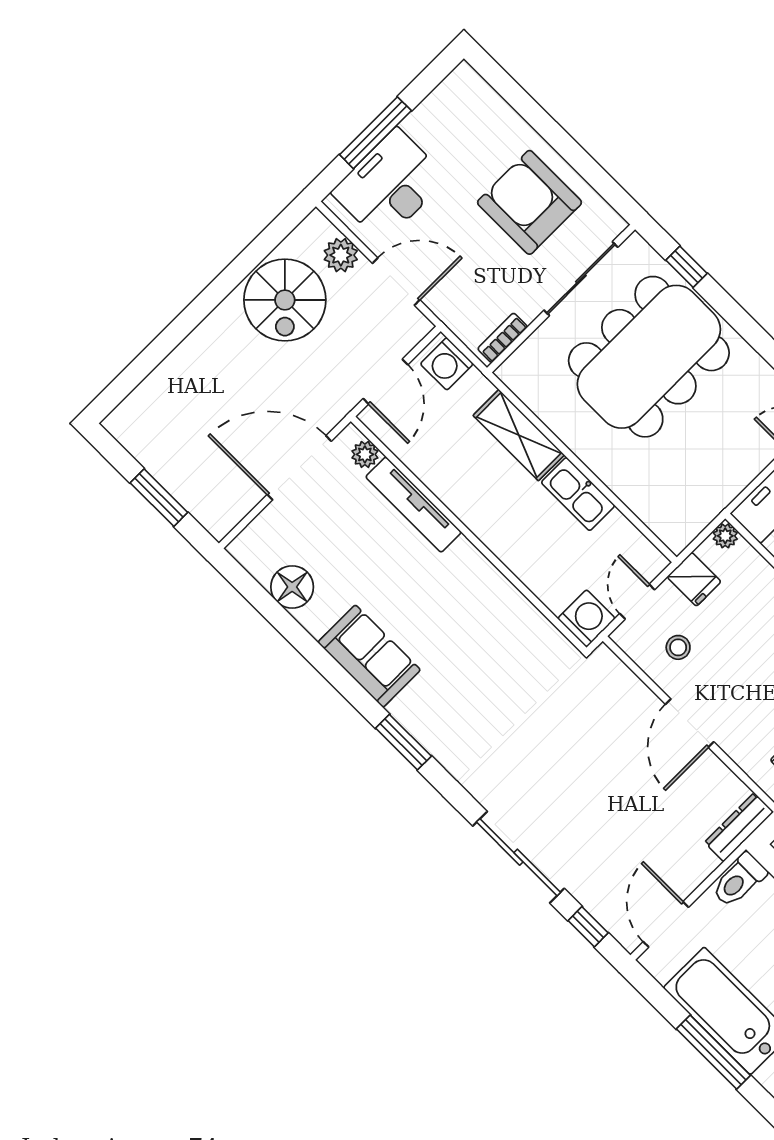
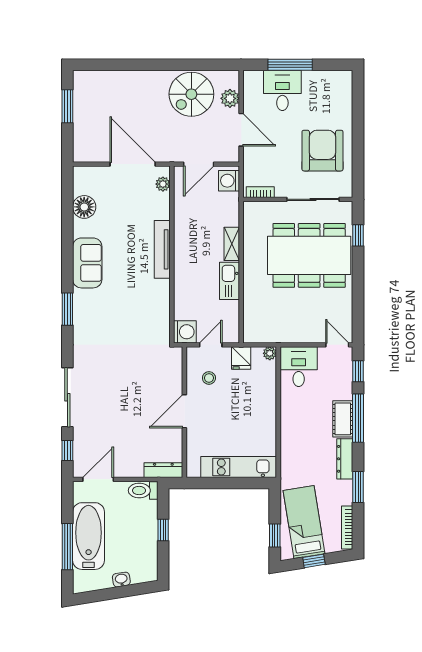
desk: (390, 185) -> (282, 90), width x0.73
shelving: (519, 435) -> (232, 244), width x0.67, depth x0.75
window: (159, 498) -> (67, 106), moved
tv unit: (413, 505) -> (162, 249), moved

